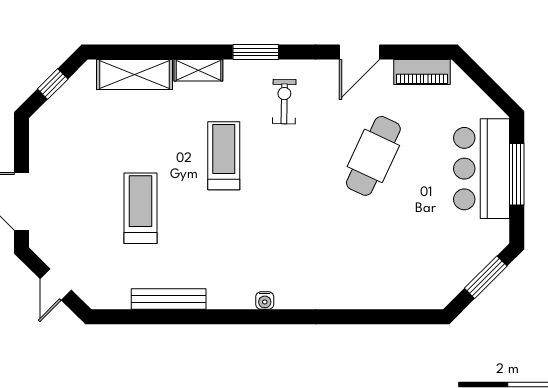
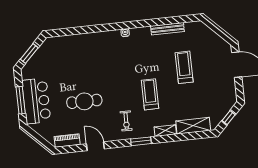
door: (360, 52) -> (95, 146), hinge flipped
treadmill: (224, 156) -> (150, 94), turned 180
cafe table: (373, 156) -> (84, 101), turned 65
treadmill: (140, 208) -> (184, 67), turned 180
door: (56, 284) -> (218, 30), removed

